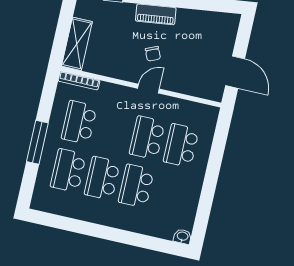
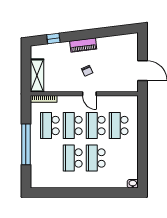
door: (148, 89) -> (89, 94), swing flipped
window: (37, 142) -> (26, 144), width x1.46
school desk: (68, 171) -> (73, 125), moved

